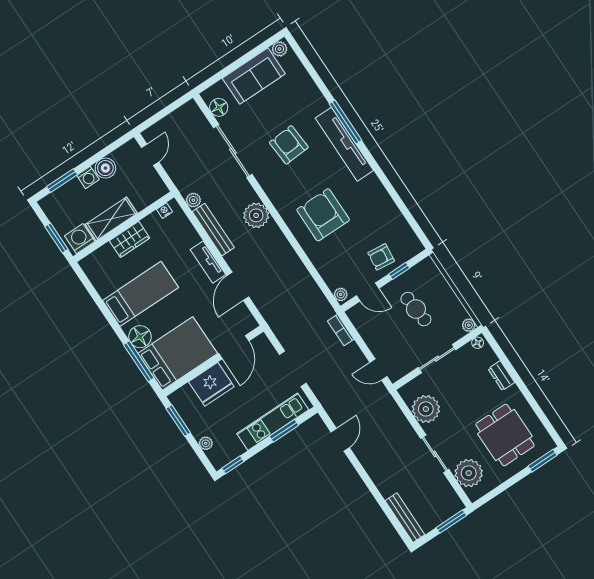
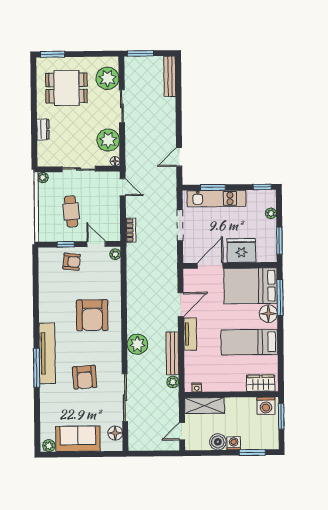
shelving: (111, 219) -> (204, 406), moved
wardrobe: (130, 239) -> (261, 383), moved
floor lamp: (478, 343) -> (115, 161), moved
dining table: (505, 435) -> (66, 88), turned 90

